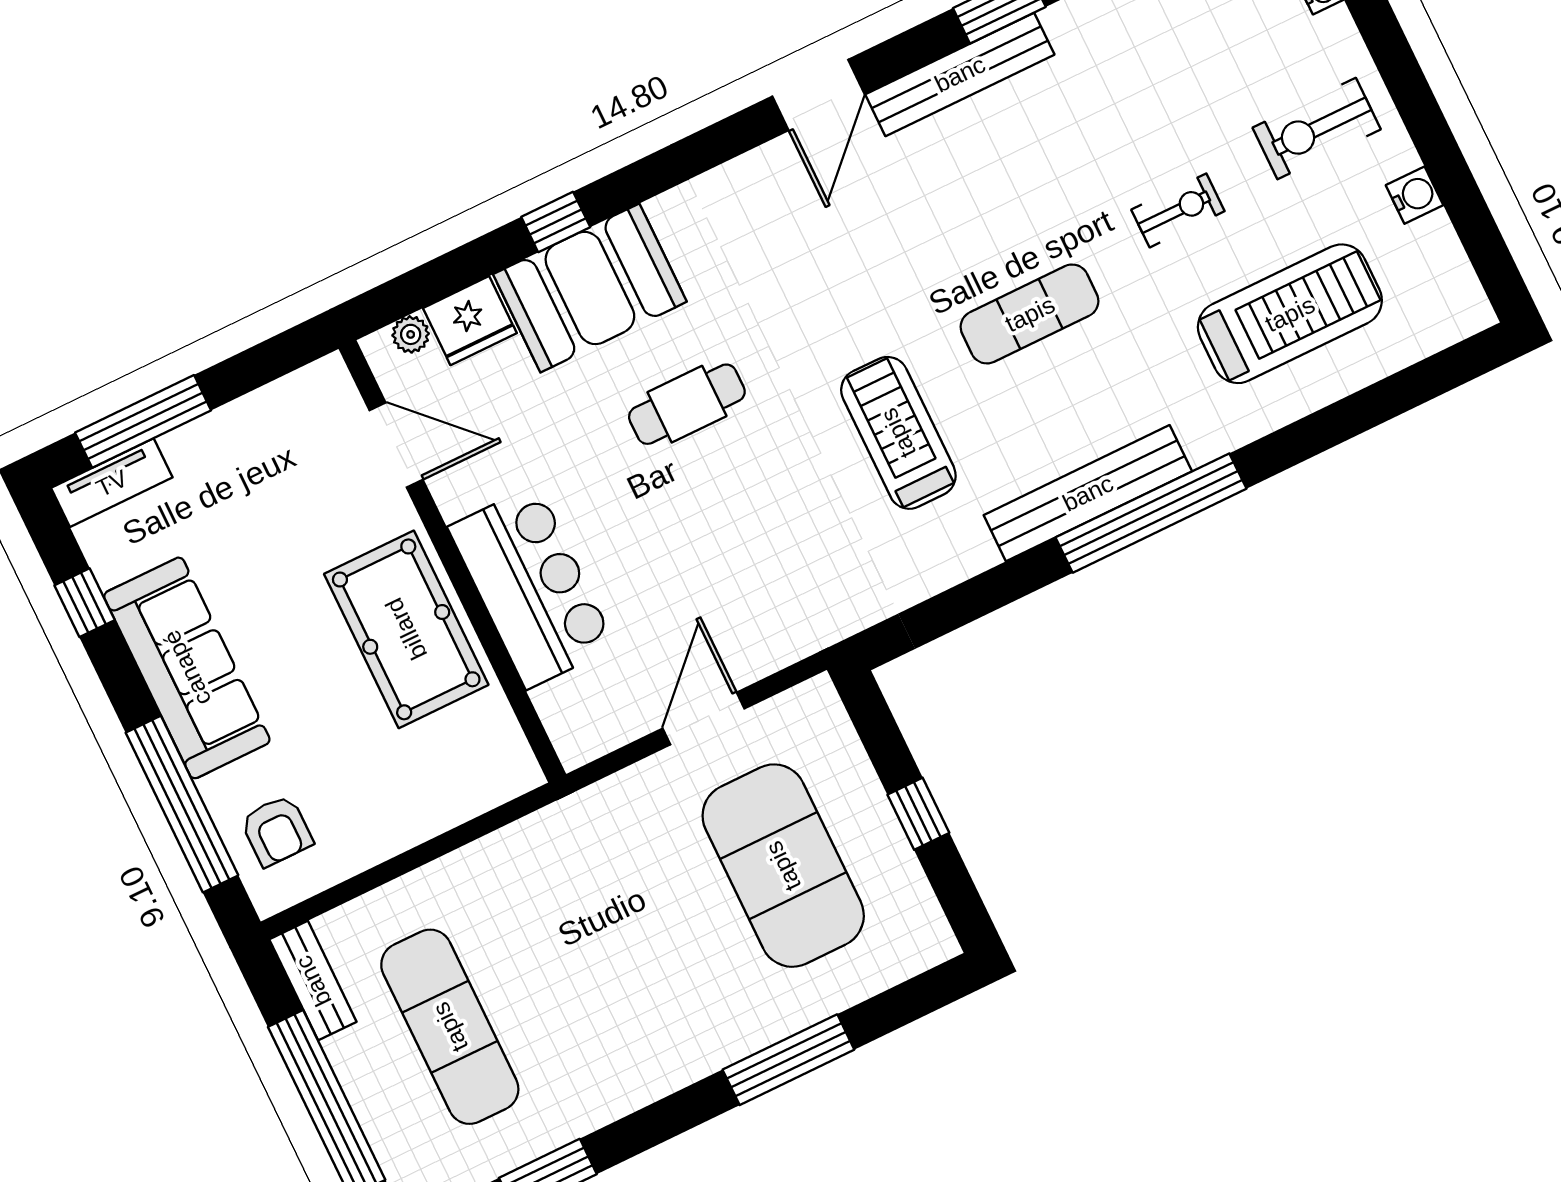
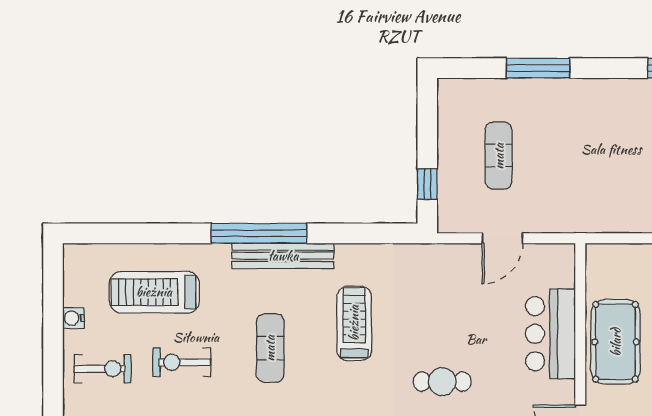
exercise bike: (1178, 210) -> (182, 362), width x1.38, depth x1.39
exercise mat: (1030, 314) -> (270, 348), turned 90
treadmill: (898, 433) -> (354, 323), turned 180
window: (918, 814) -> (427, 184), moved
exercise mat: (783, 866) -> (499, 156), width x0.50, depth x0.69

